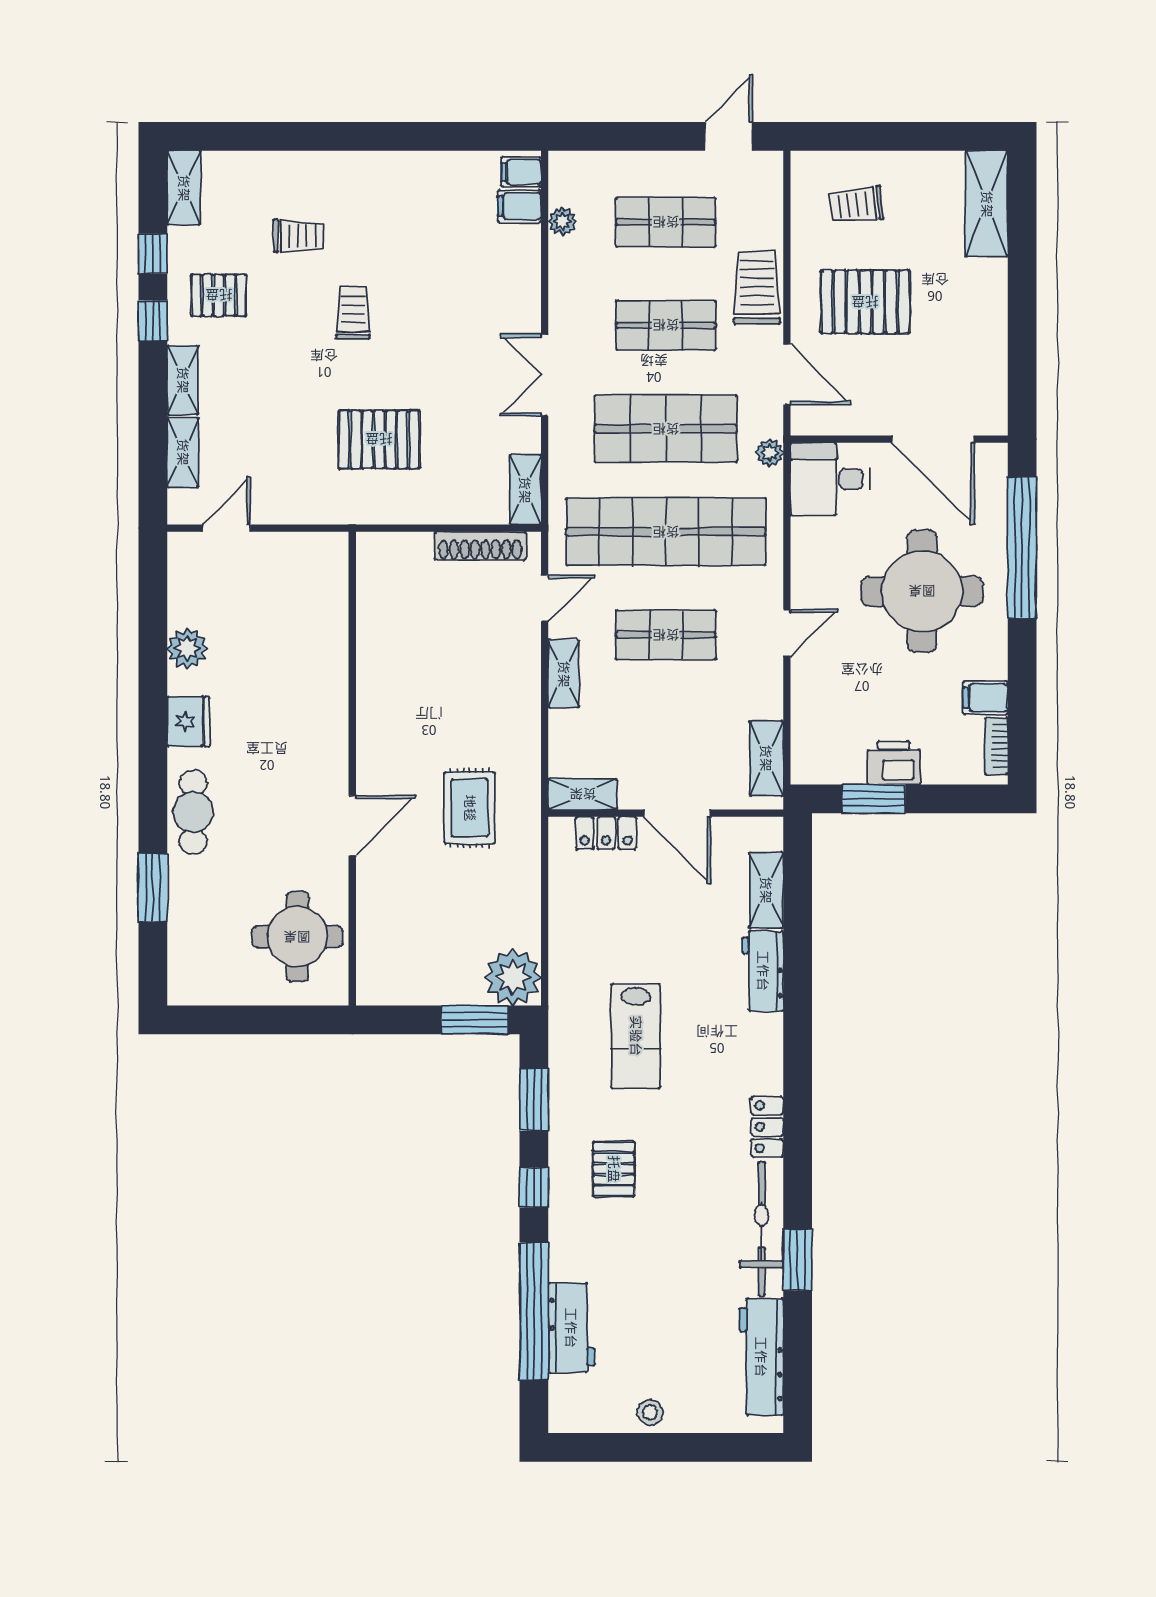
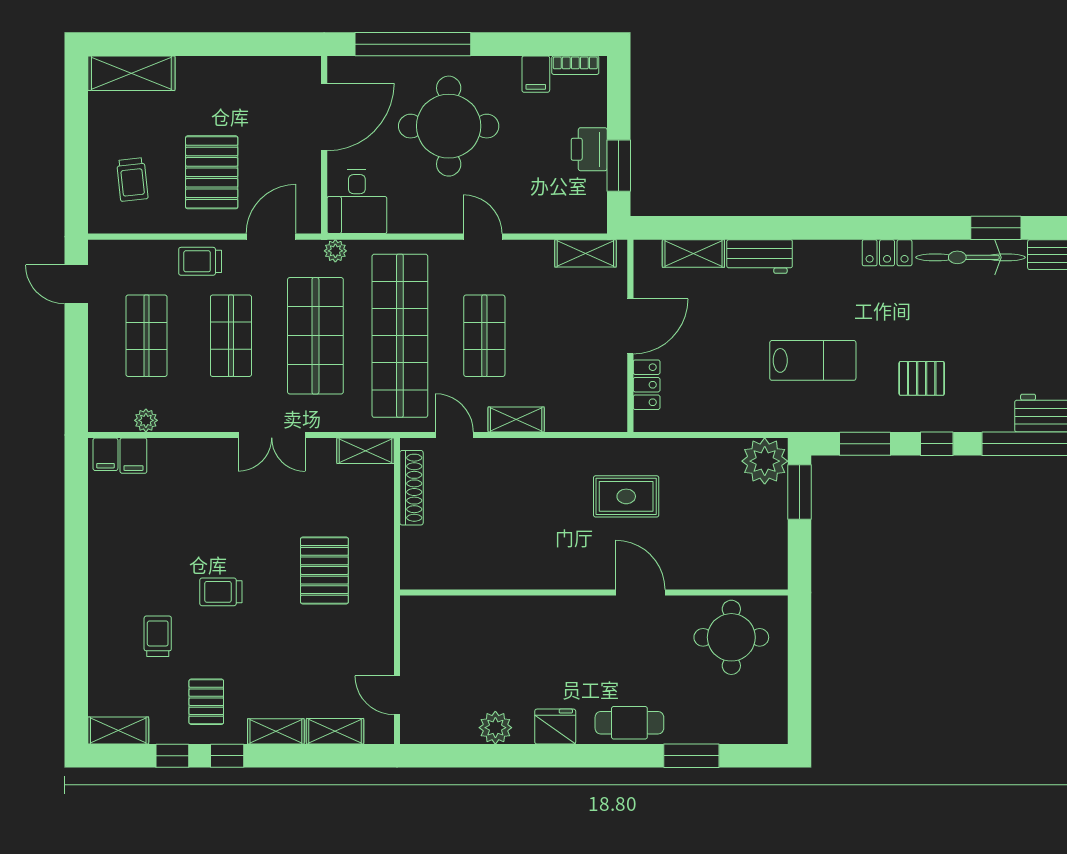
trolley: (757, 288) -> (200, 261), width x0.73, depth x0.72
shelving: (583, 794) -> (615, 404), removed

